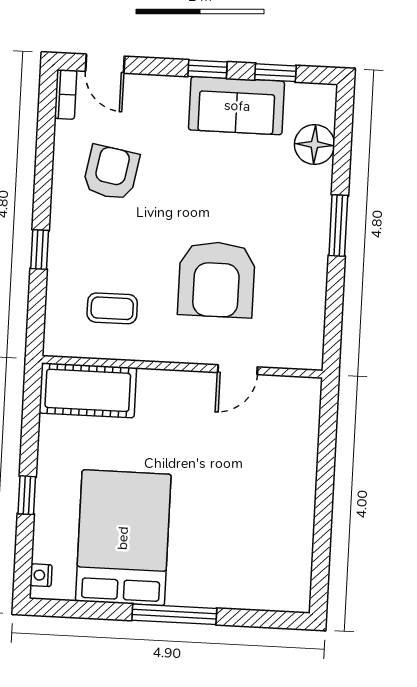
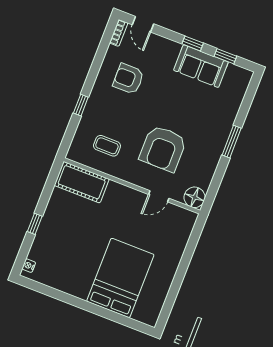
floor lamp: (315, 145) -> (195, 197), moved
armchair: (111, 173) -> (128, 79), turned -100
bed: (123, 538) -> (120, 278), moved
window: (174, 614) -> (88, 306), removed

